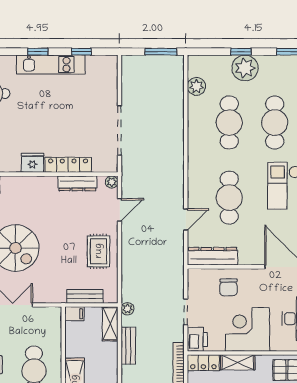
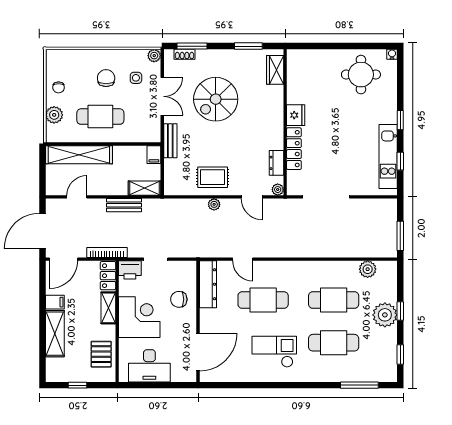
kitchen unit: (51, 65) -> (388, 156), moved
dresser: (77, 183) -> (276, 163), width x0.70
bench: (85, 296) -> (170, 141), moved
plant: (127, 309) -> (214, 204), moved

